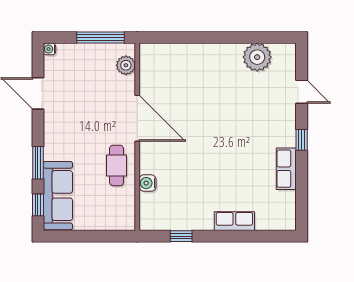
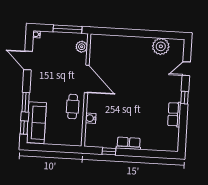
door: (302, 92) -> (186, 69), swing flipped
row of seats: (234, 221) -> (129, 143), moved

